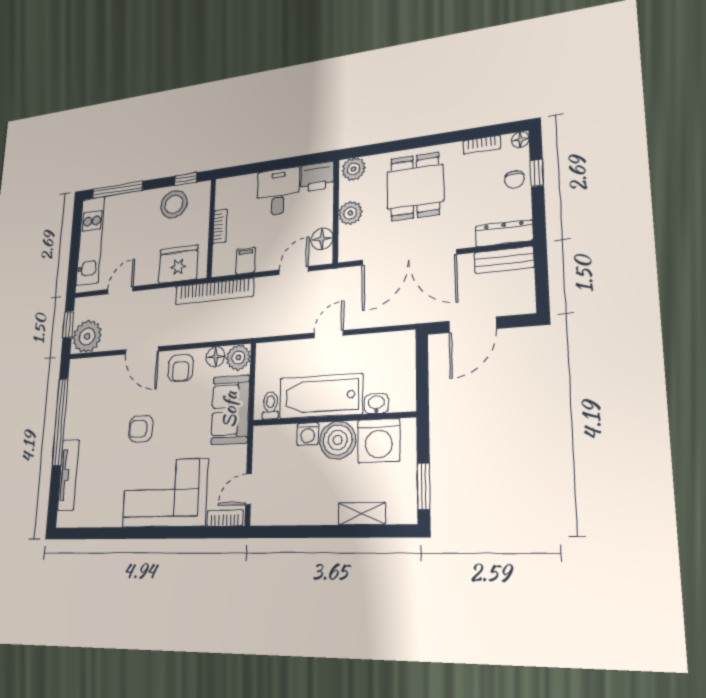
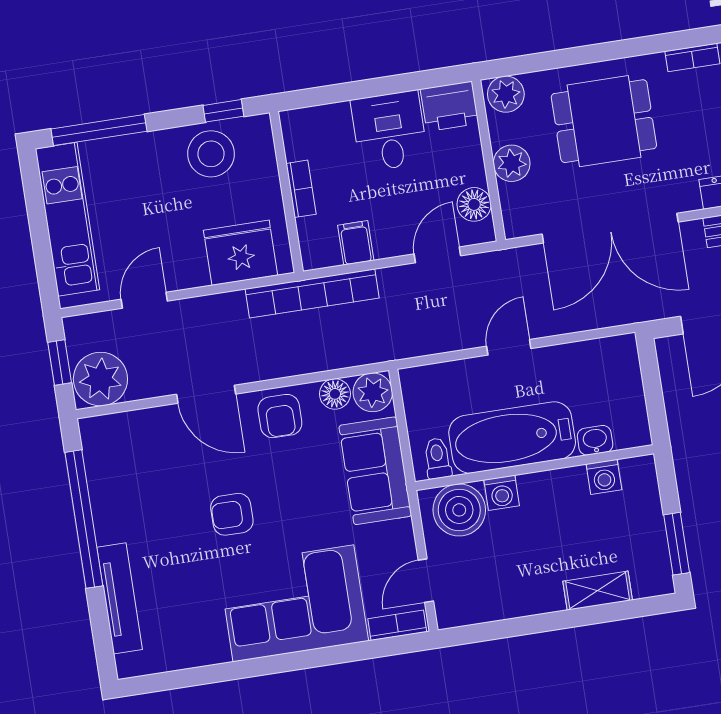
dining table: (415, 186) -> (604, 121), turned 90
boiler: (338, 440) -> (459, 510), moved
washing machine: (379, 441) -> (604, 477), width x0.53, depth x0.53

